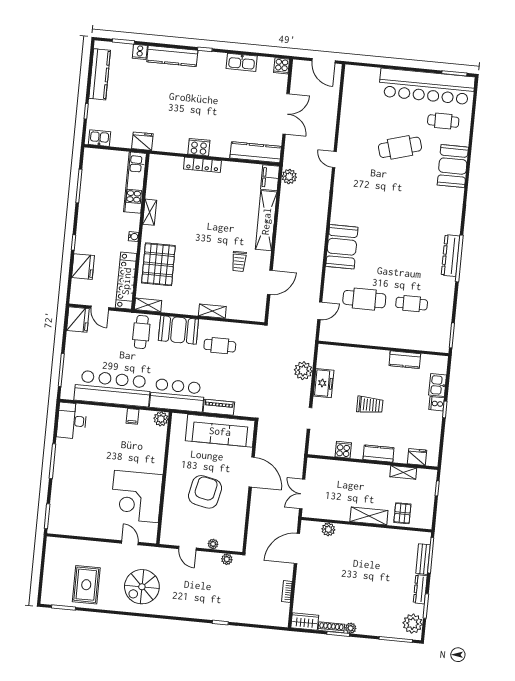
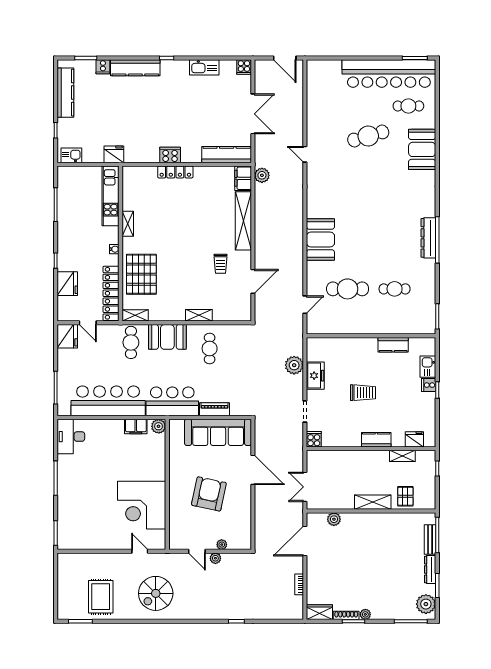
cafe table: (220, 346) -> (210, 349), turned 90
filing cabinet: (132, 416) -> (136, 426), width x2.00
cooker: (343, 450) -> (314, 439), moved
plant: (227, 559) -> (215, 558), moved

